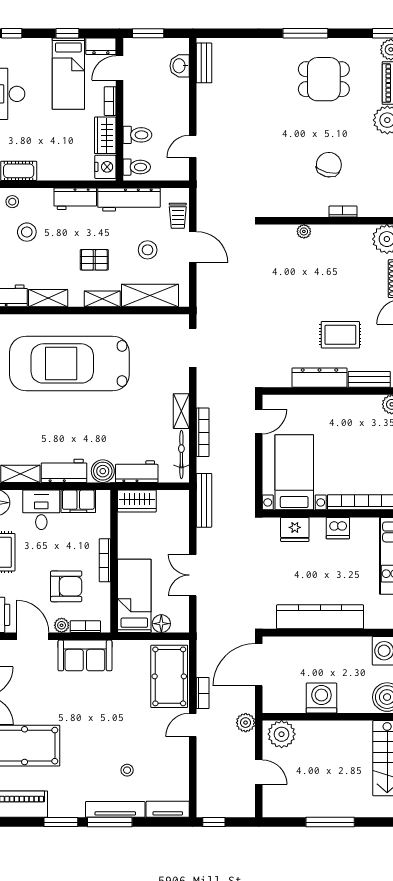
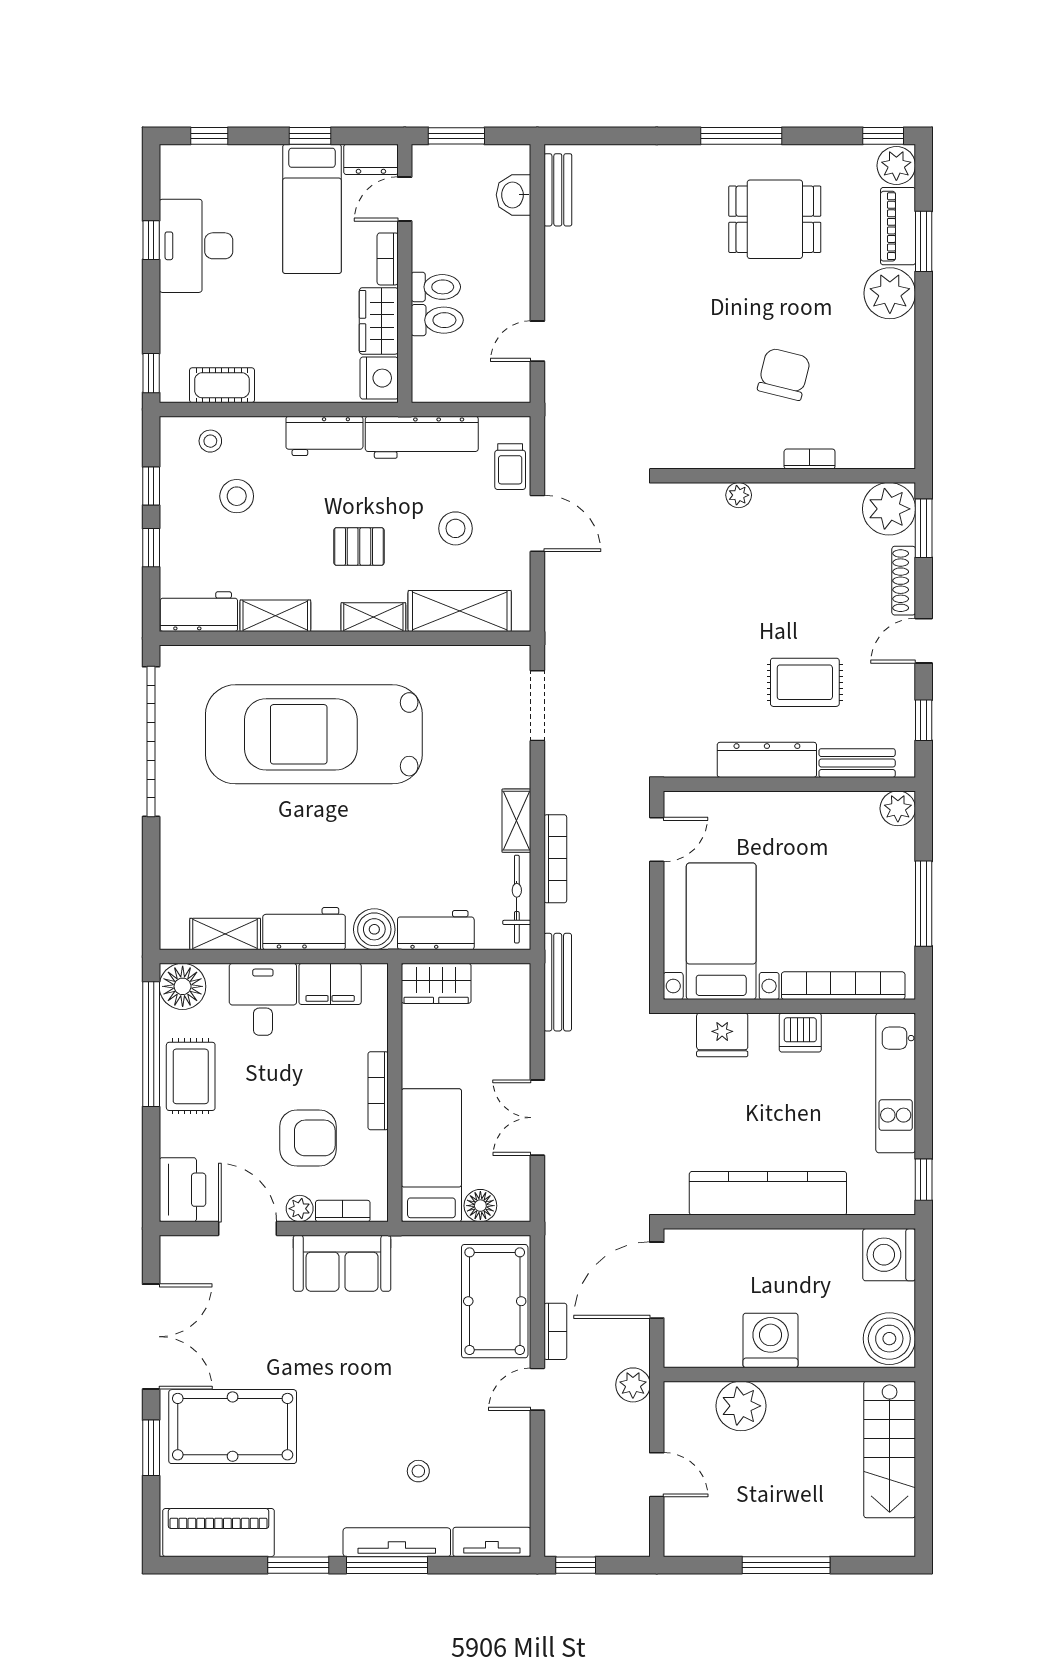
toilet: (137, 167) -> (436, 287), moved
plant: (282, 734) -> (741, 1406), moved

